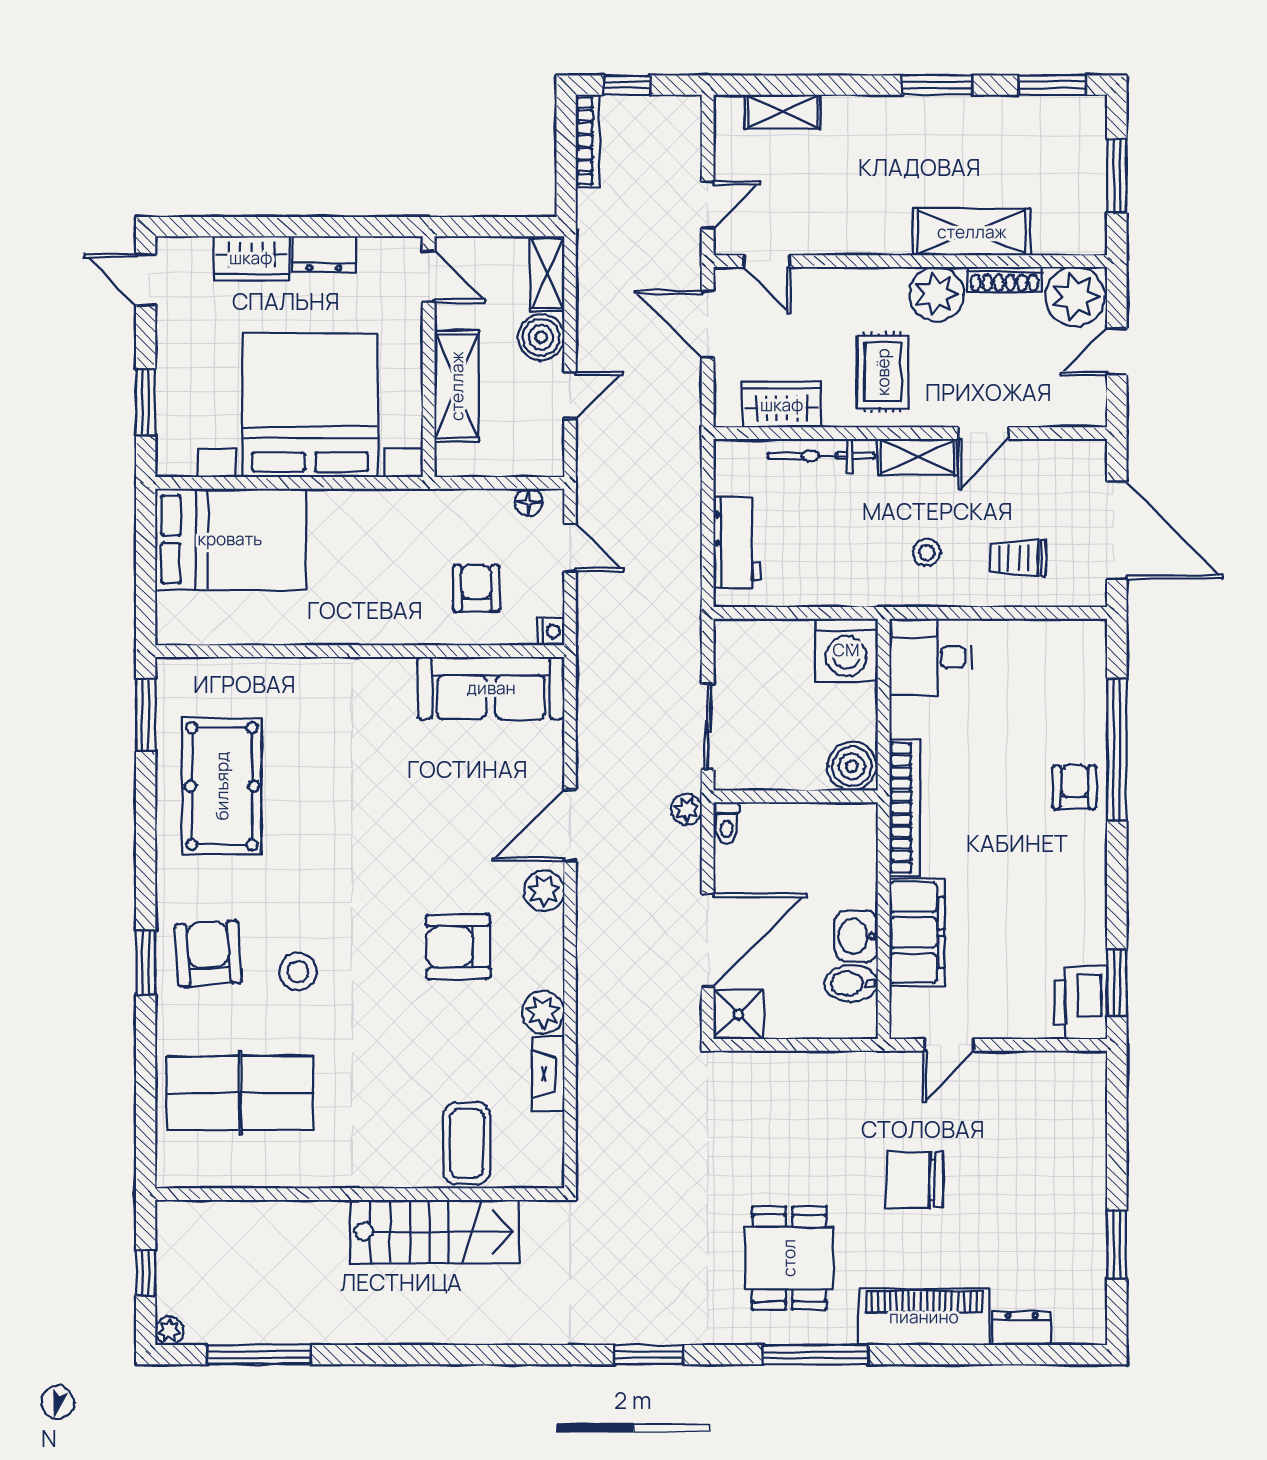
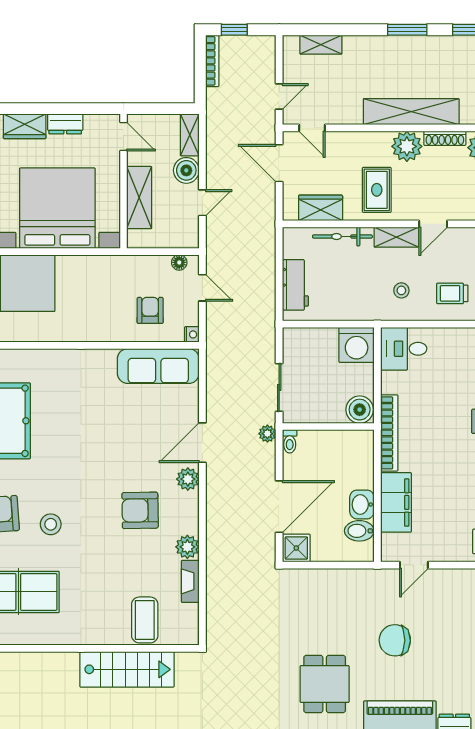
shelving: (972, 232) -> (411, 112), width x1.47

